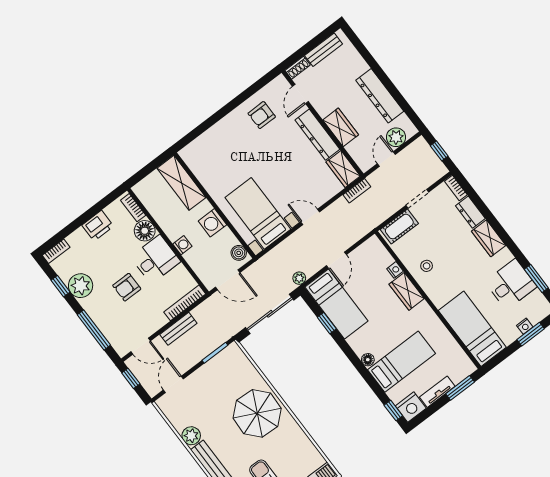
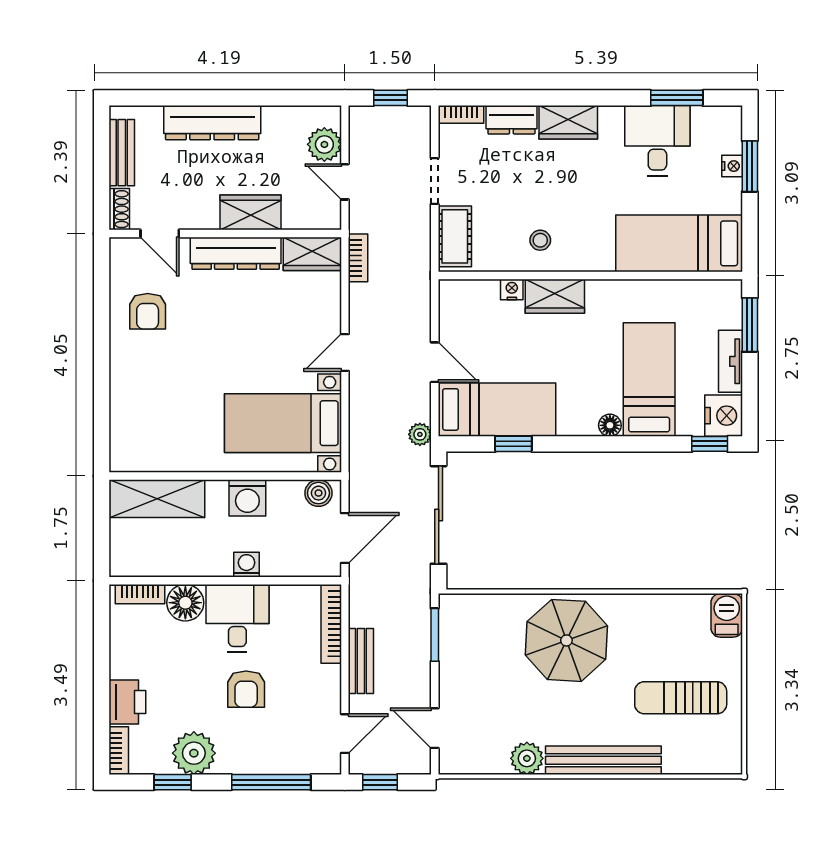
dresser: (380, 96) -> (212, 123), moved
printer: (98, 226) -> (127, 702), moved

